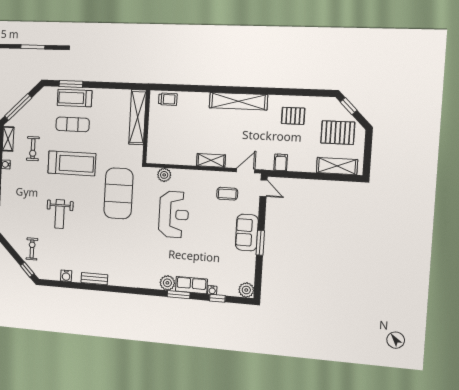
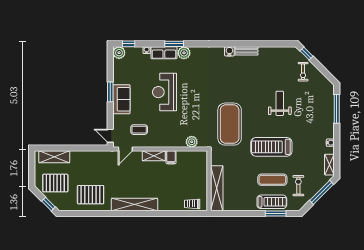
pallet: (293, 116) -> (91, 195), width x1.50, depth x1.42
exercise bike: (33, 149) -> (298, 186), moved
filing cabinet: (281, 162) -> (171, 157), moved
reception desk: (174, 214) -> (165, 92), moved
water cooler: (66, 276) -> (229, 51), moved
window: (217, 298) -> (129, 44), moved

